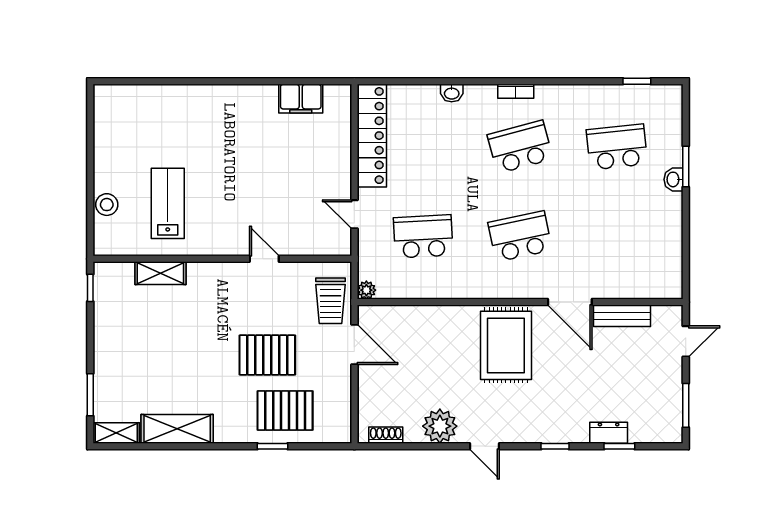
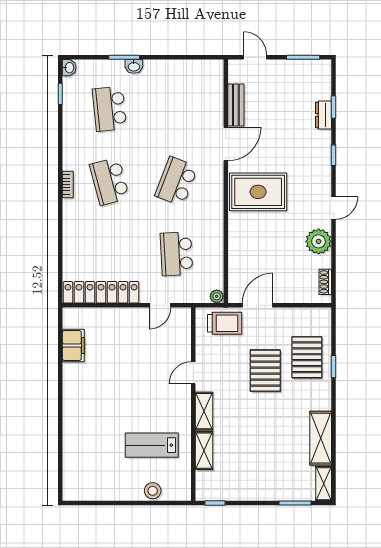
washbasin: (452, 93) -> (69, 68), moved
school desk: (520, 236) -> (176, 181), turned 33
shelving: (213, 273) -> (204, 411), added

